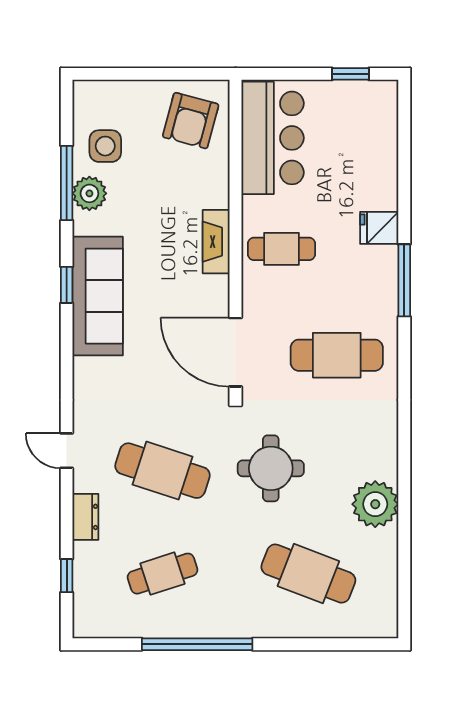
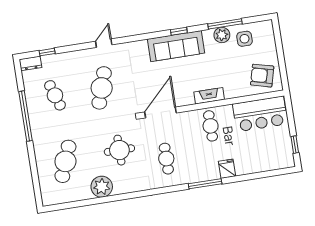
cafe table: (337, 355) -> (166, 159), width x0.73, depth x0.74
round table: (271, 468) -> (119, 150), moved
dresser: (85, 517) -> (30, 63), moved

